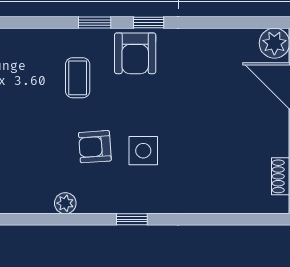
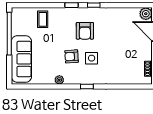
armchair: (135, 53) -> (85, 31), moved
coffee table: (78, 78) -> (43, 19), moved

